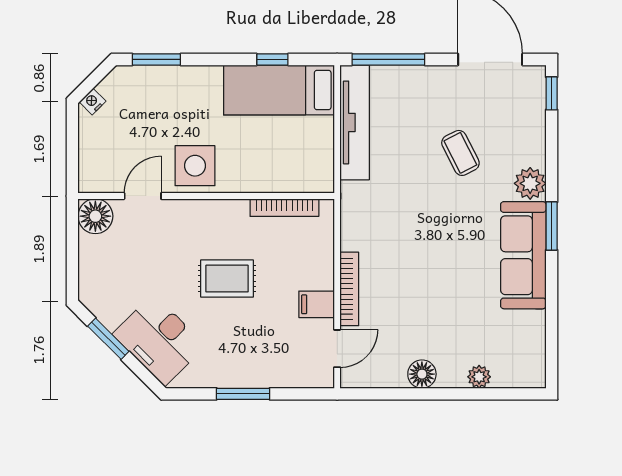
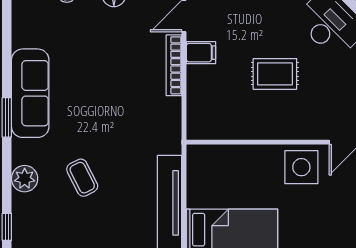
plant: (530, 183) -> (25, 179), moved
bookcase: (284, 208) -> (228, 133), removed

